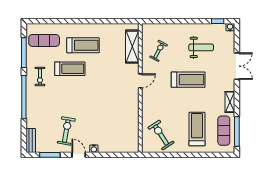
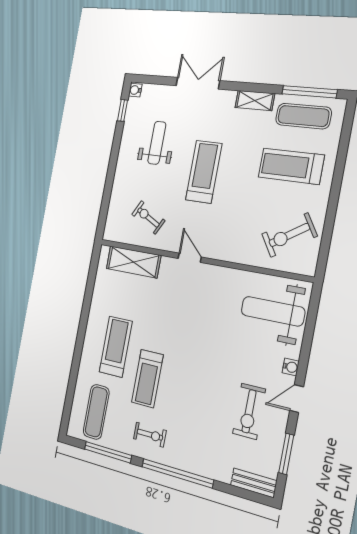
treadmill: (70, 69) -> (147, 379), turned 180
exercise bike: (66, 131) -> (249, 411), turned -100
weight bench: (120, 134) -> (273, 311), added

